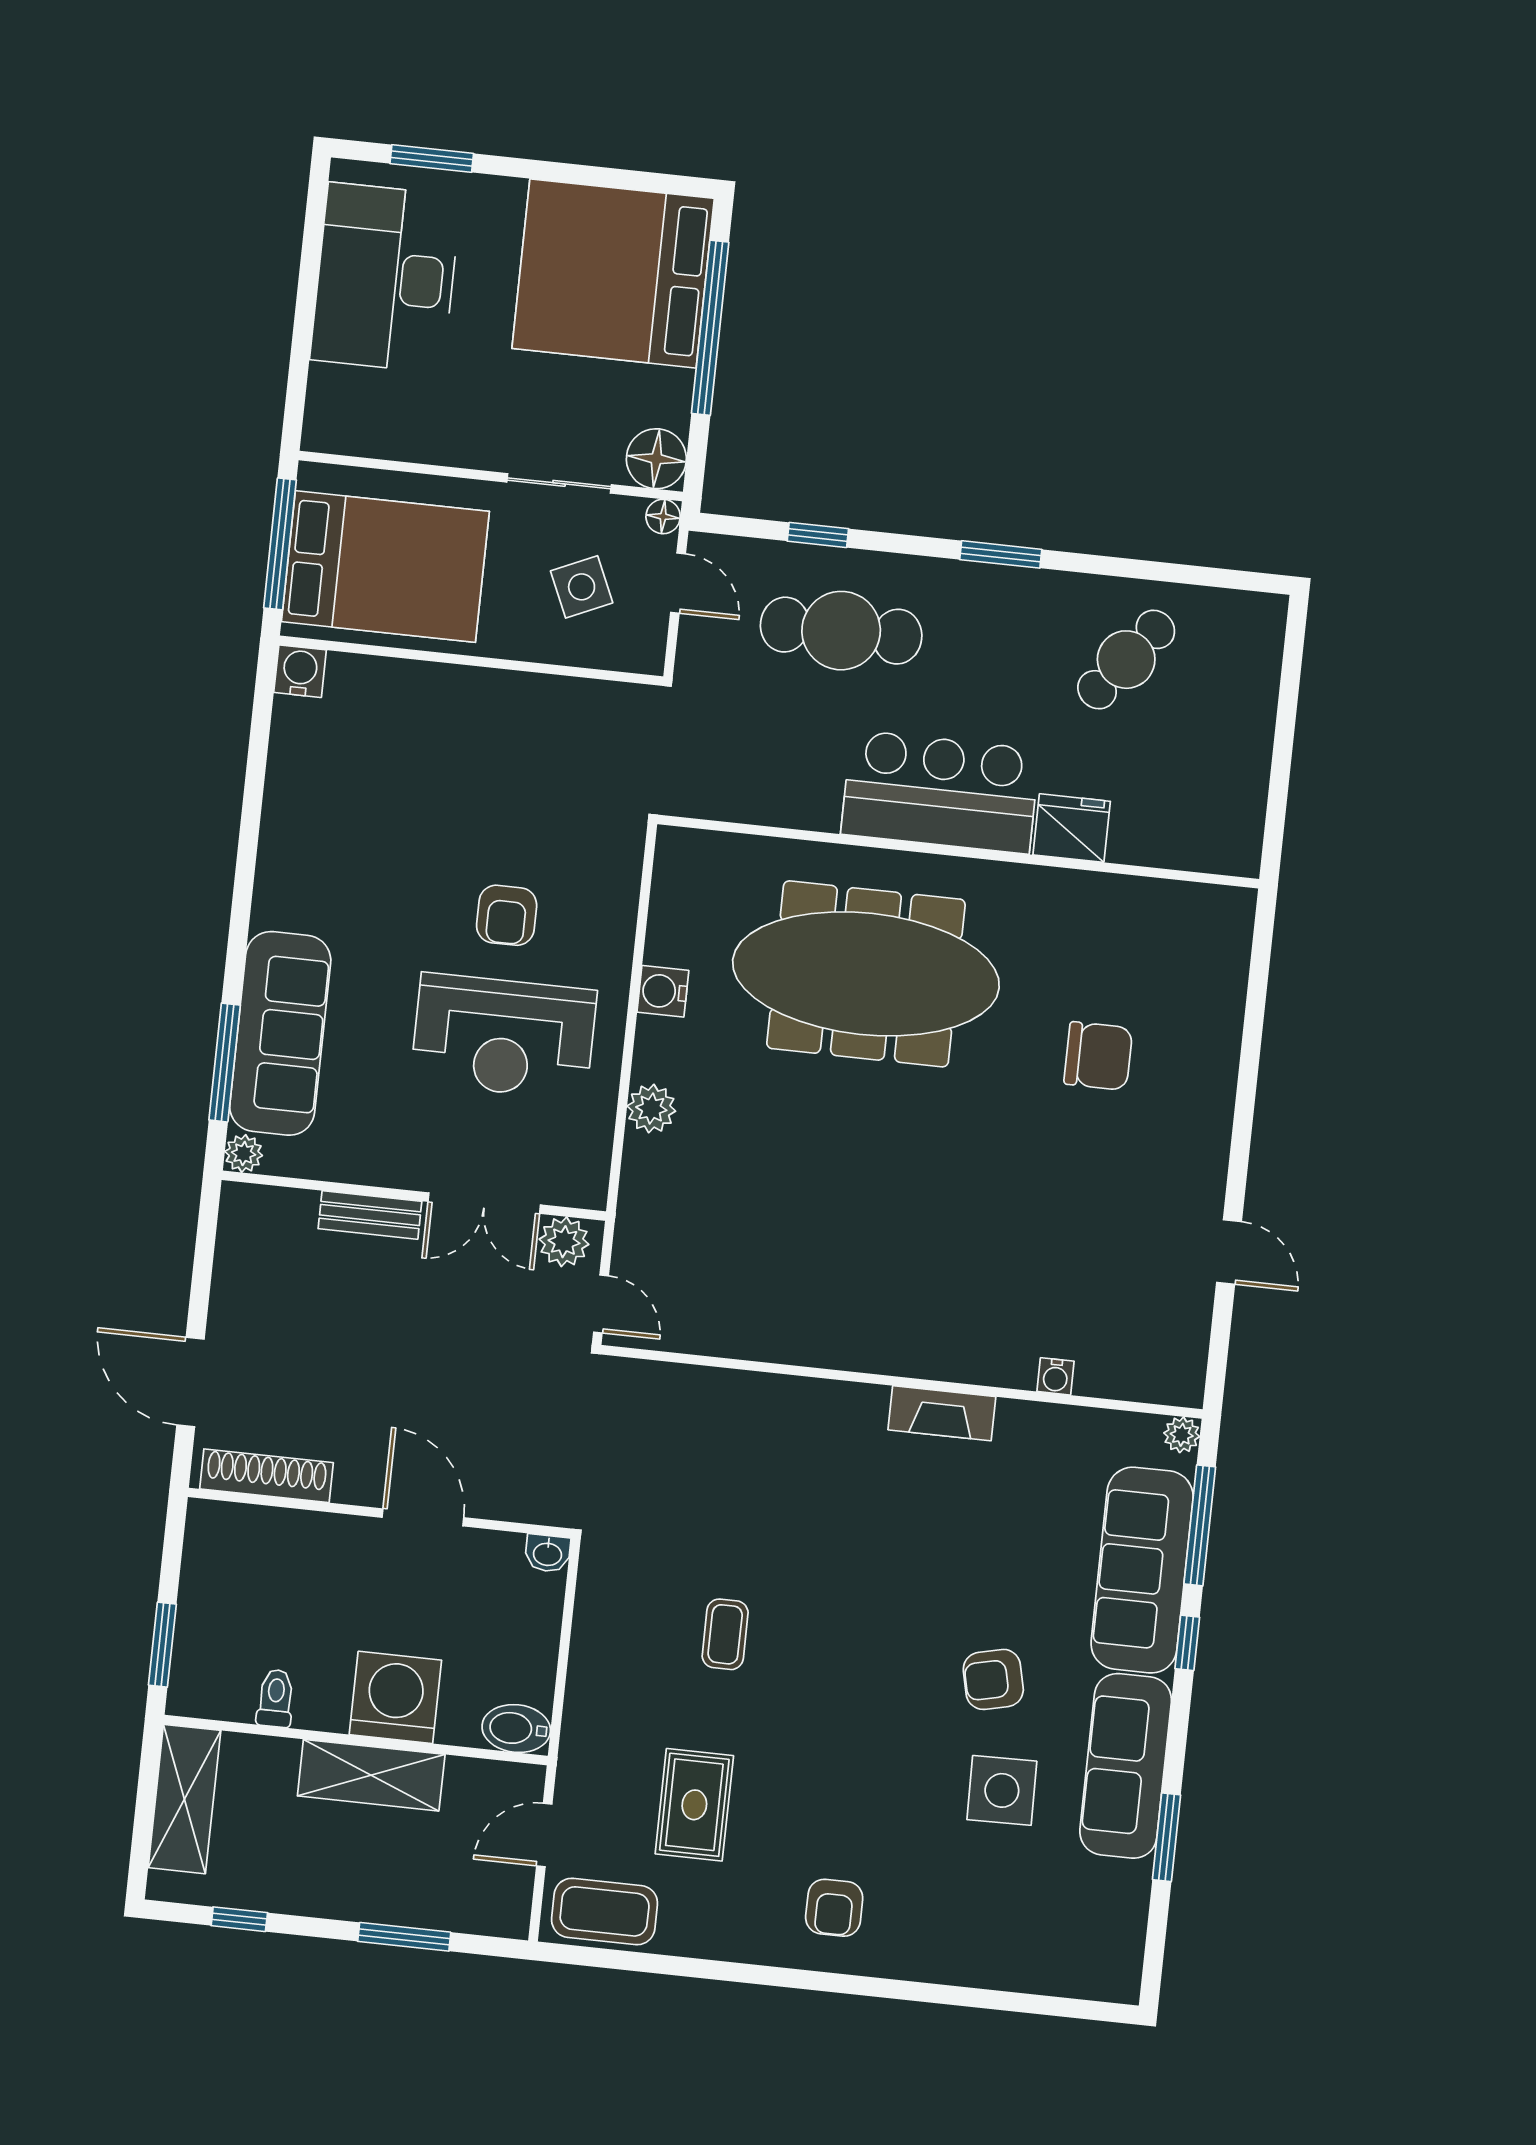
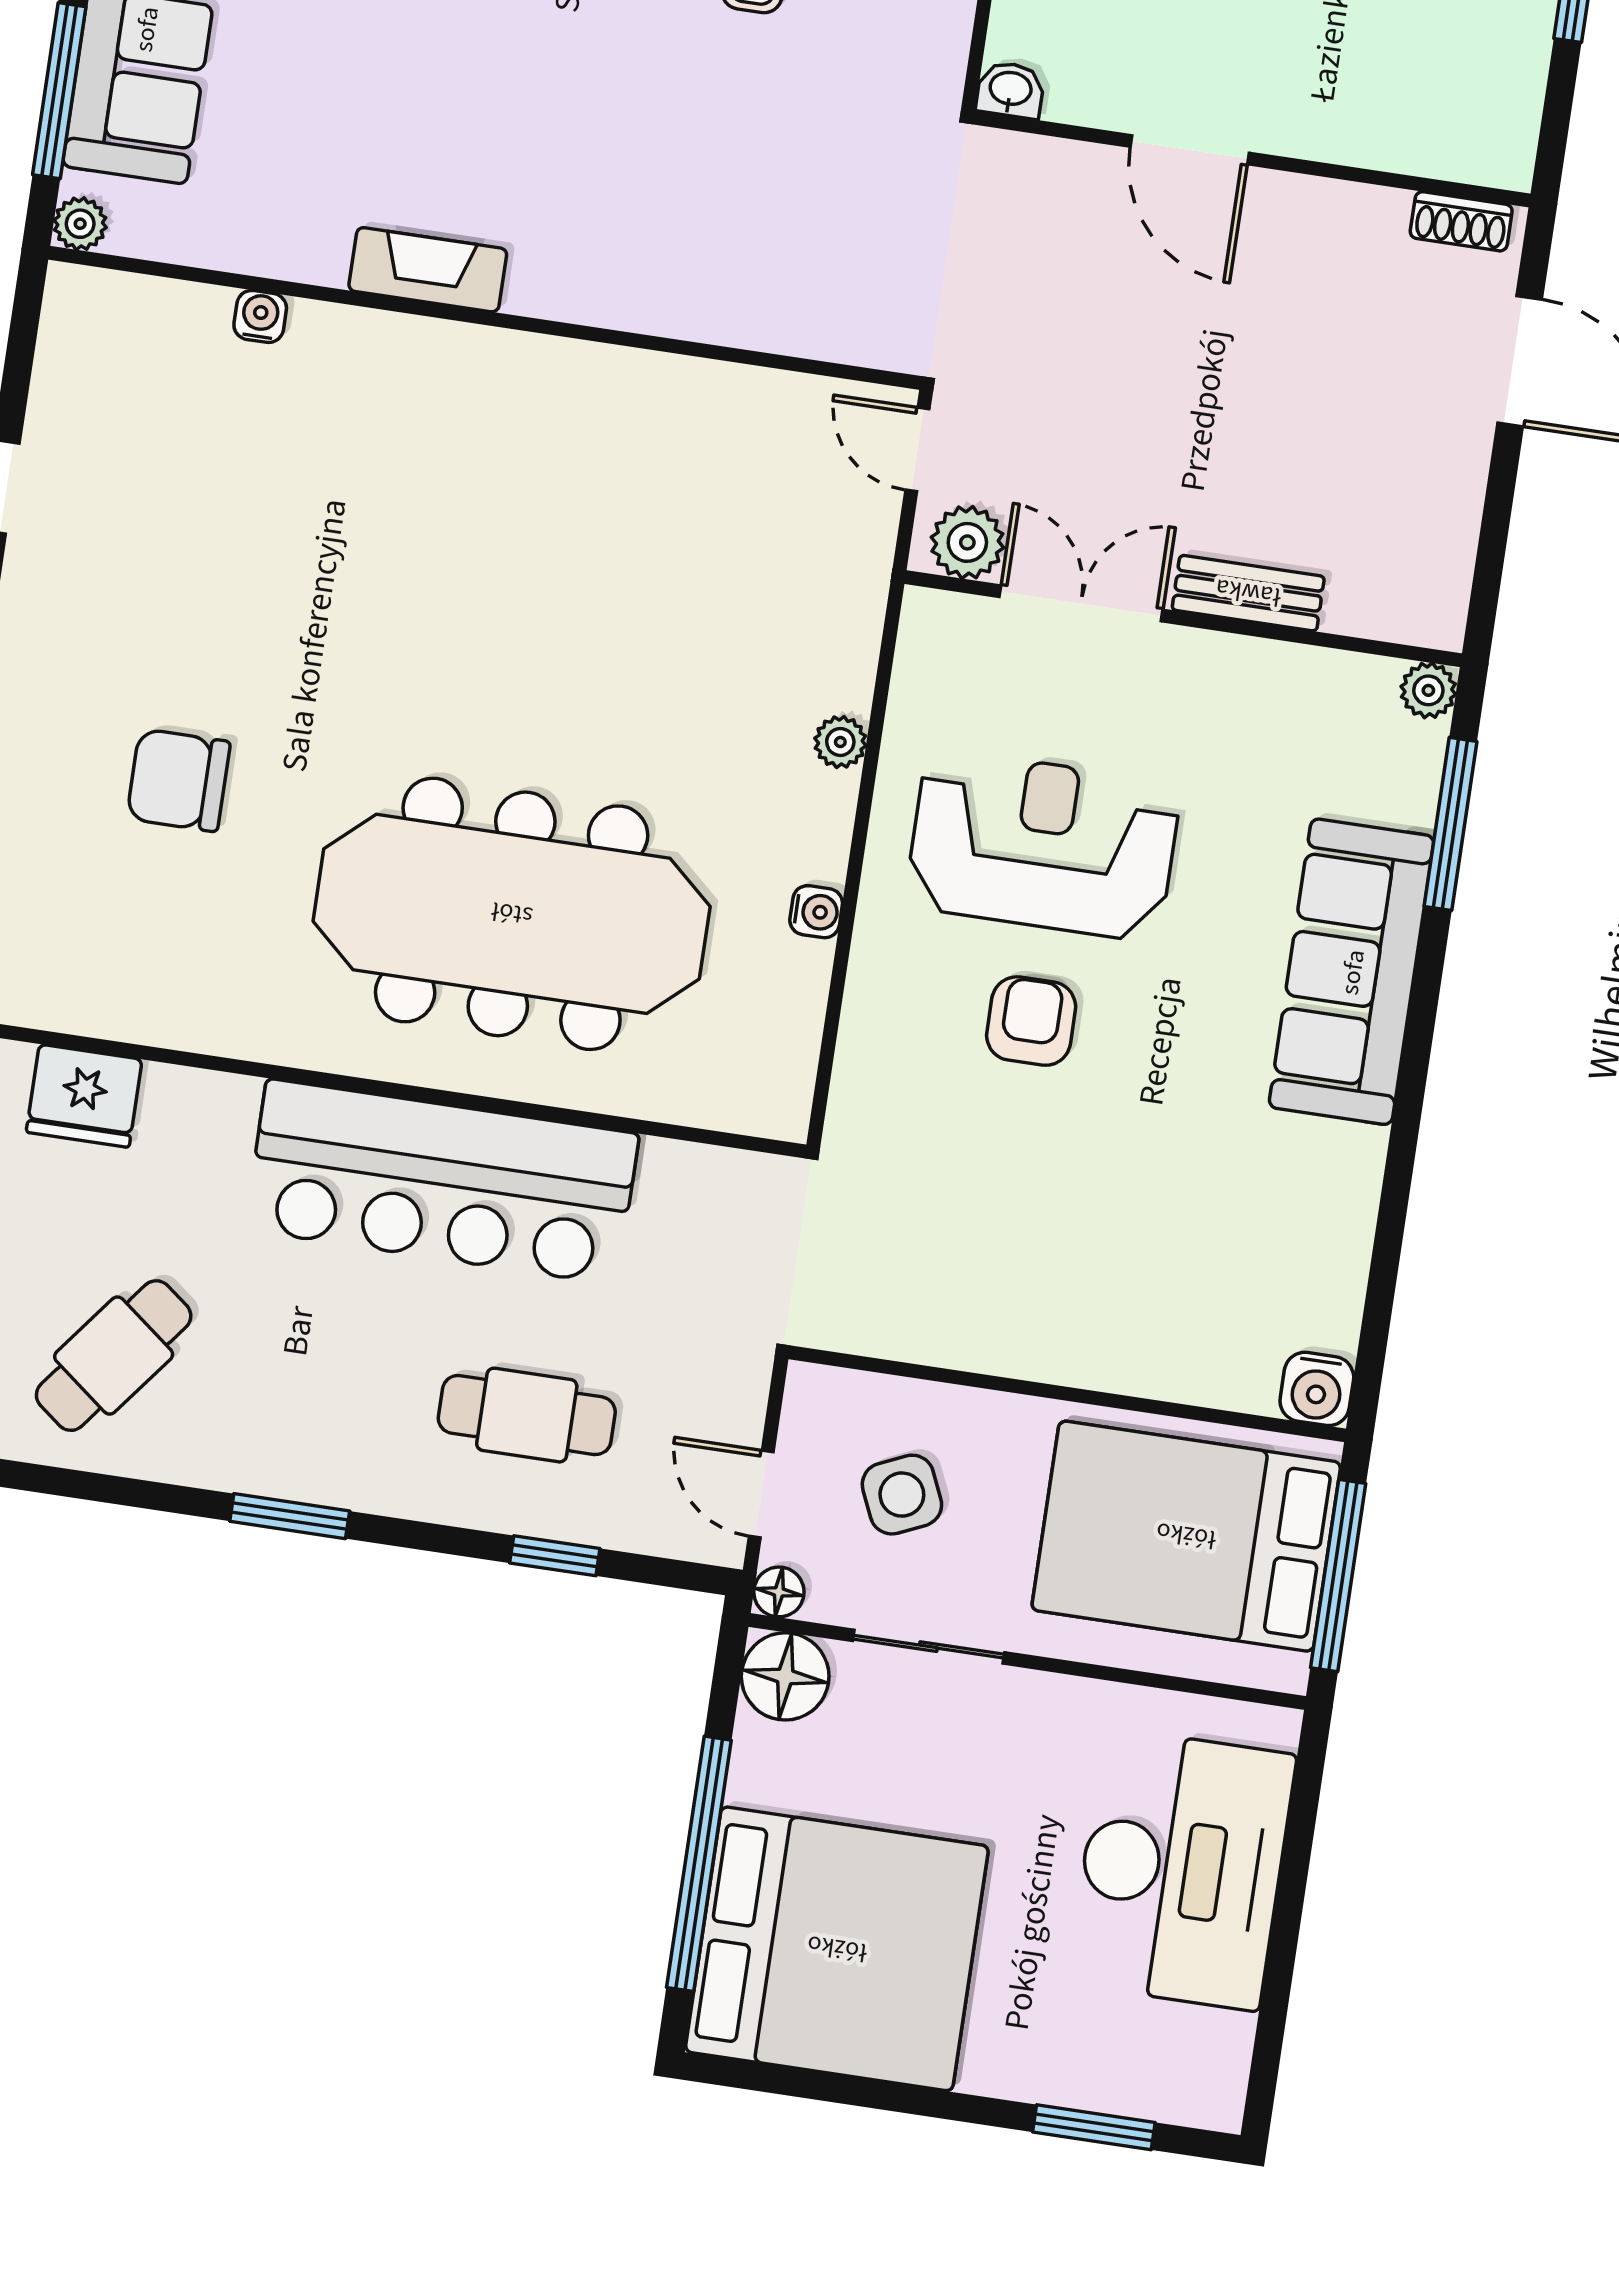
desk: (385, 278) -> (1182, 1869), moved
cafe table: (841, 631) -> (527, 1415), width x0.73, depth x0.74
bar counter: (940, 792) -> (442, 1182), width x1.36
fridge: (1072, 828) -> (84, 1096), moved
water cooler: (663, 991) -> (816, 912), width x0.72, depth x0.72
sofa: (280, 1033) -> (1352, 972), moved
plant: (651, 1109) -> (840, 742), width x0.73, depth x0.73
shoe rack: (266, 1476) -> (1461, 221), width x0.51, depth x0.81

